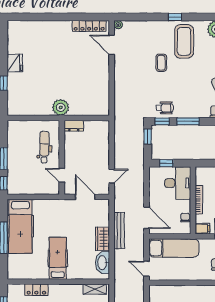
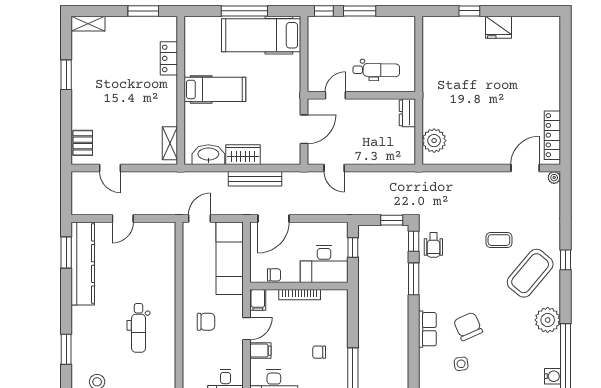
coffee table: (184, 41) -> (530, 273), turned -50
plant: (61, 107) -> (434, 141), moved

